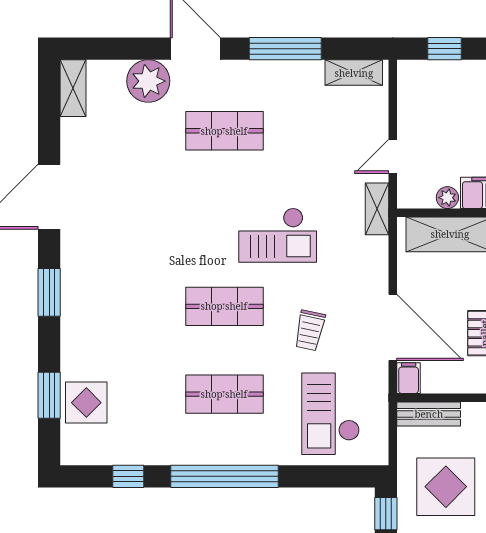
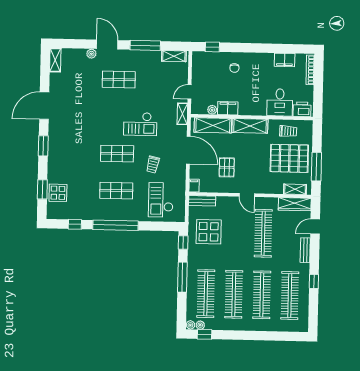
plant: (148, 81) -> (91, 54), width x0.53, depth x0.53
door: (393, 327) -> (188, 150), moved

